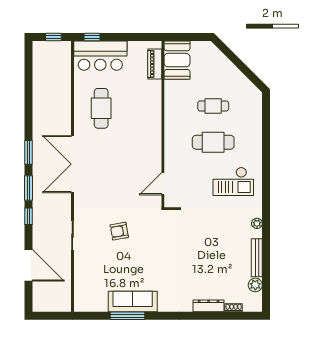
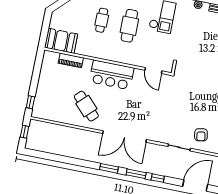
bar counter: (100, 56) -> (112, 75), moved, turned 90
piano: (155, 64) -> (71, 60), moved
cafe table: (101, 108) -> (86, 106), turned 46
armchair: (119, 231) -> (201, 135), moved

